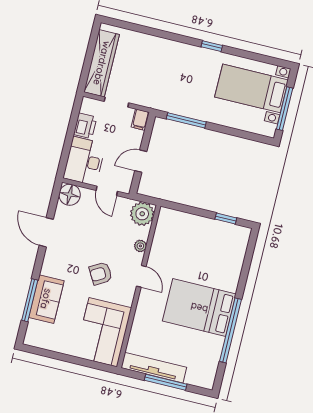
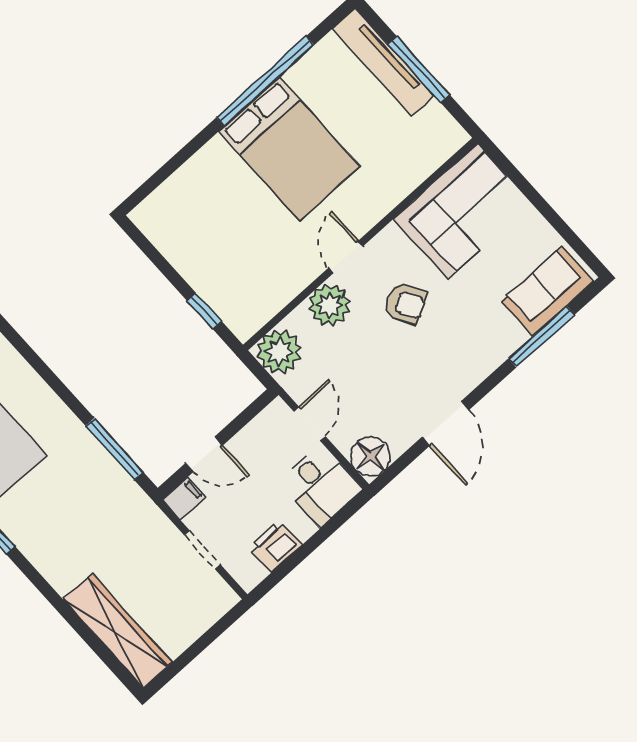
wardrobe: (102, 63) -> (118, 631), moved, turned 90
desk: (85, 161) -> (321, 485), width x0.73
door: (141, 161) -> (204, 454), moved
window: (226, 219) -> (204, 311), moved
plant: (140, 246) -> (329, 305), width x1.88, depth x1.88
sofa: (46, 299) -> (548, 291), moved
tv unit: (154, 368) -> (384, 62), moved

